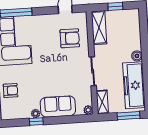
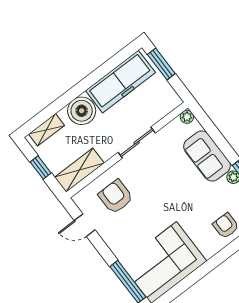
boiler: (137, 56) -> (82, 111), width x1.86, depth x1.86
shelving: (102, 102) -> (47, 130), moved

